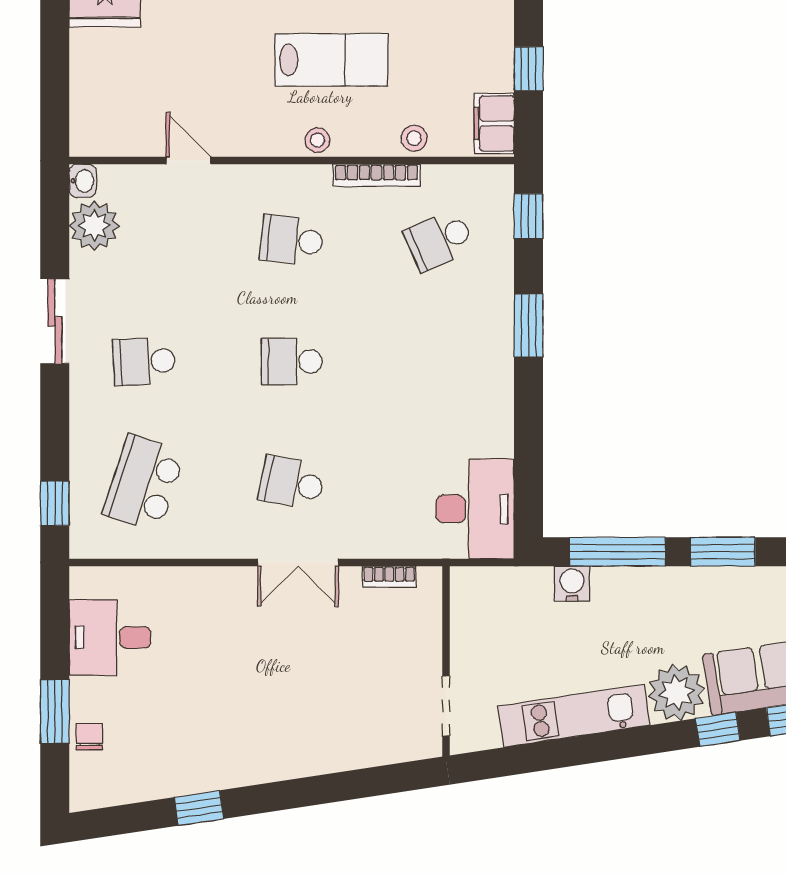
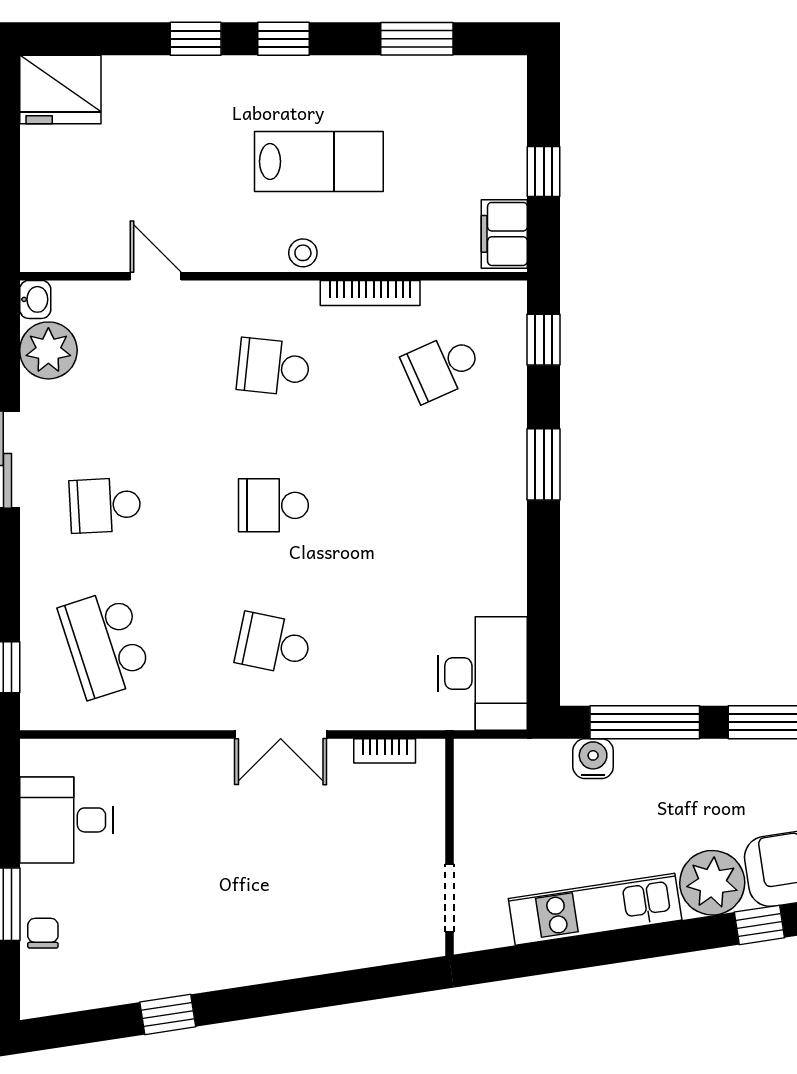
stool: (414, 138) -> (413, 251), removed
school desk: (144, 483) -> (105, 644), turned -36

